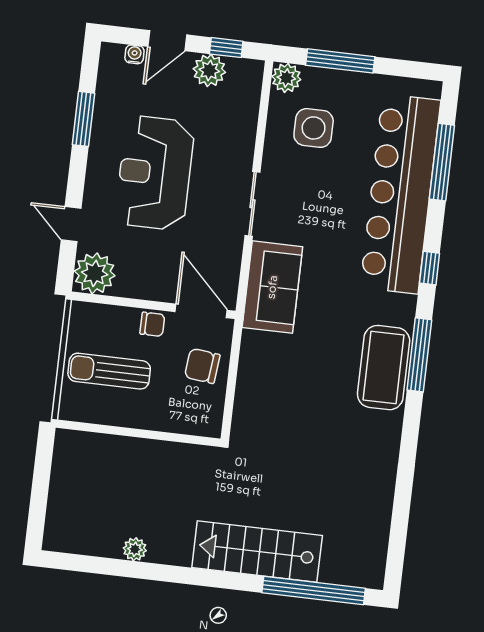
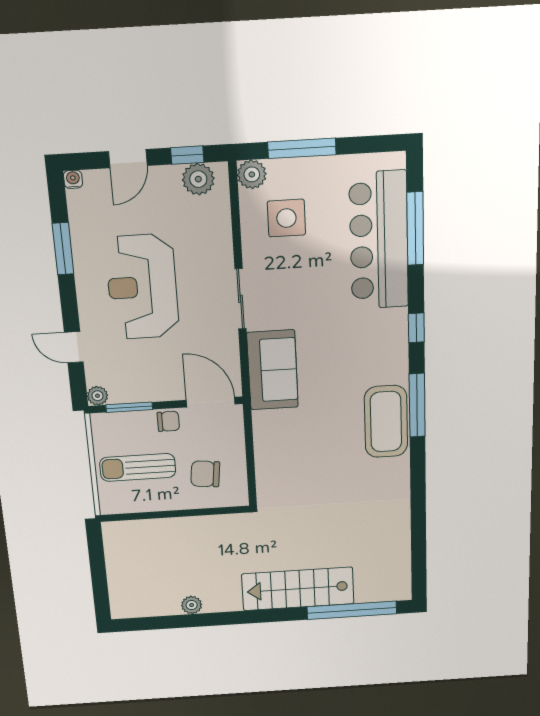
water cooler: (134, 54) -> (73, 179), moved
plant: (209, 70) -> (198, 179), moved
bar counter: (400, 194) -> (379, 241), width x0.73
plant: (95, 273) -> (98, 396), width x0.53, depth x0.53
window: (114, 301) -> (129, 407), added
chair: (202, 366) -> (205, 474), moved

